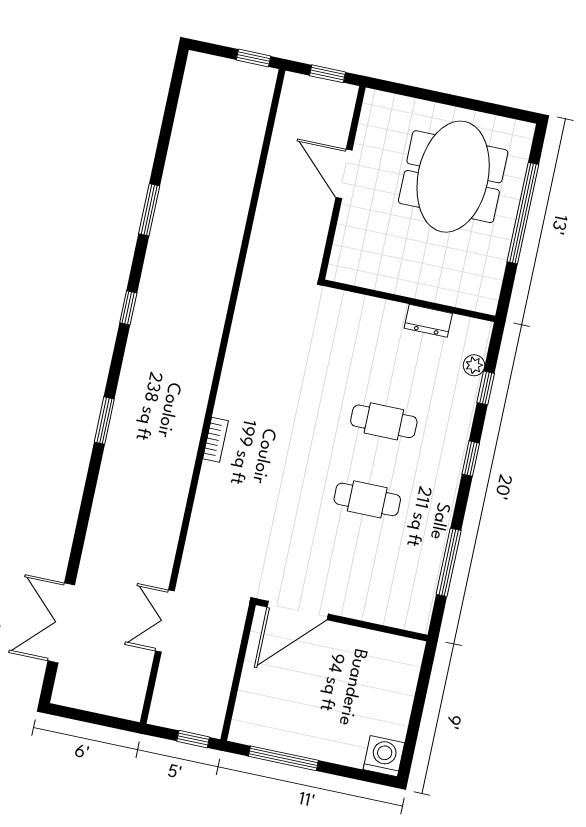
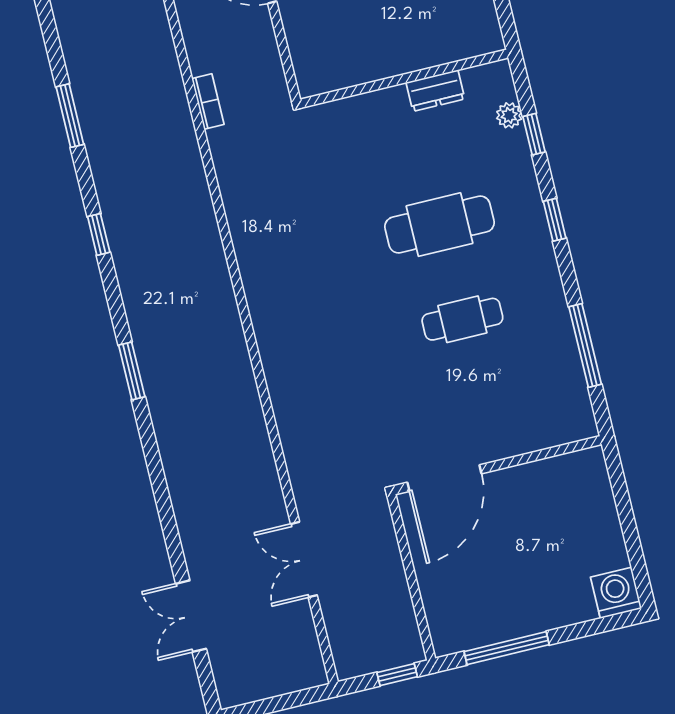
cafe table: (384, 421) -> (440, 225), width x1.37, depth x1.35
bookcase: (215, 440) -> (208, 102), moved
double door: (61, 623) -> (191, 616), width x0.73

